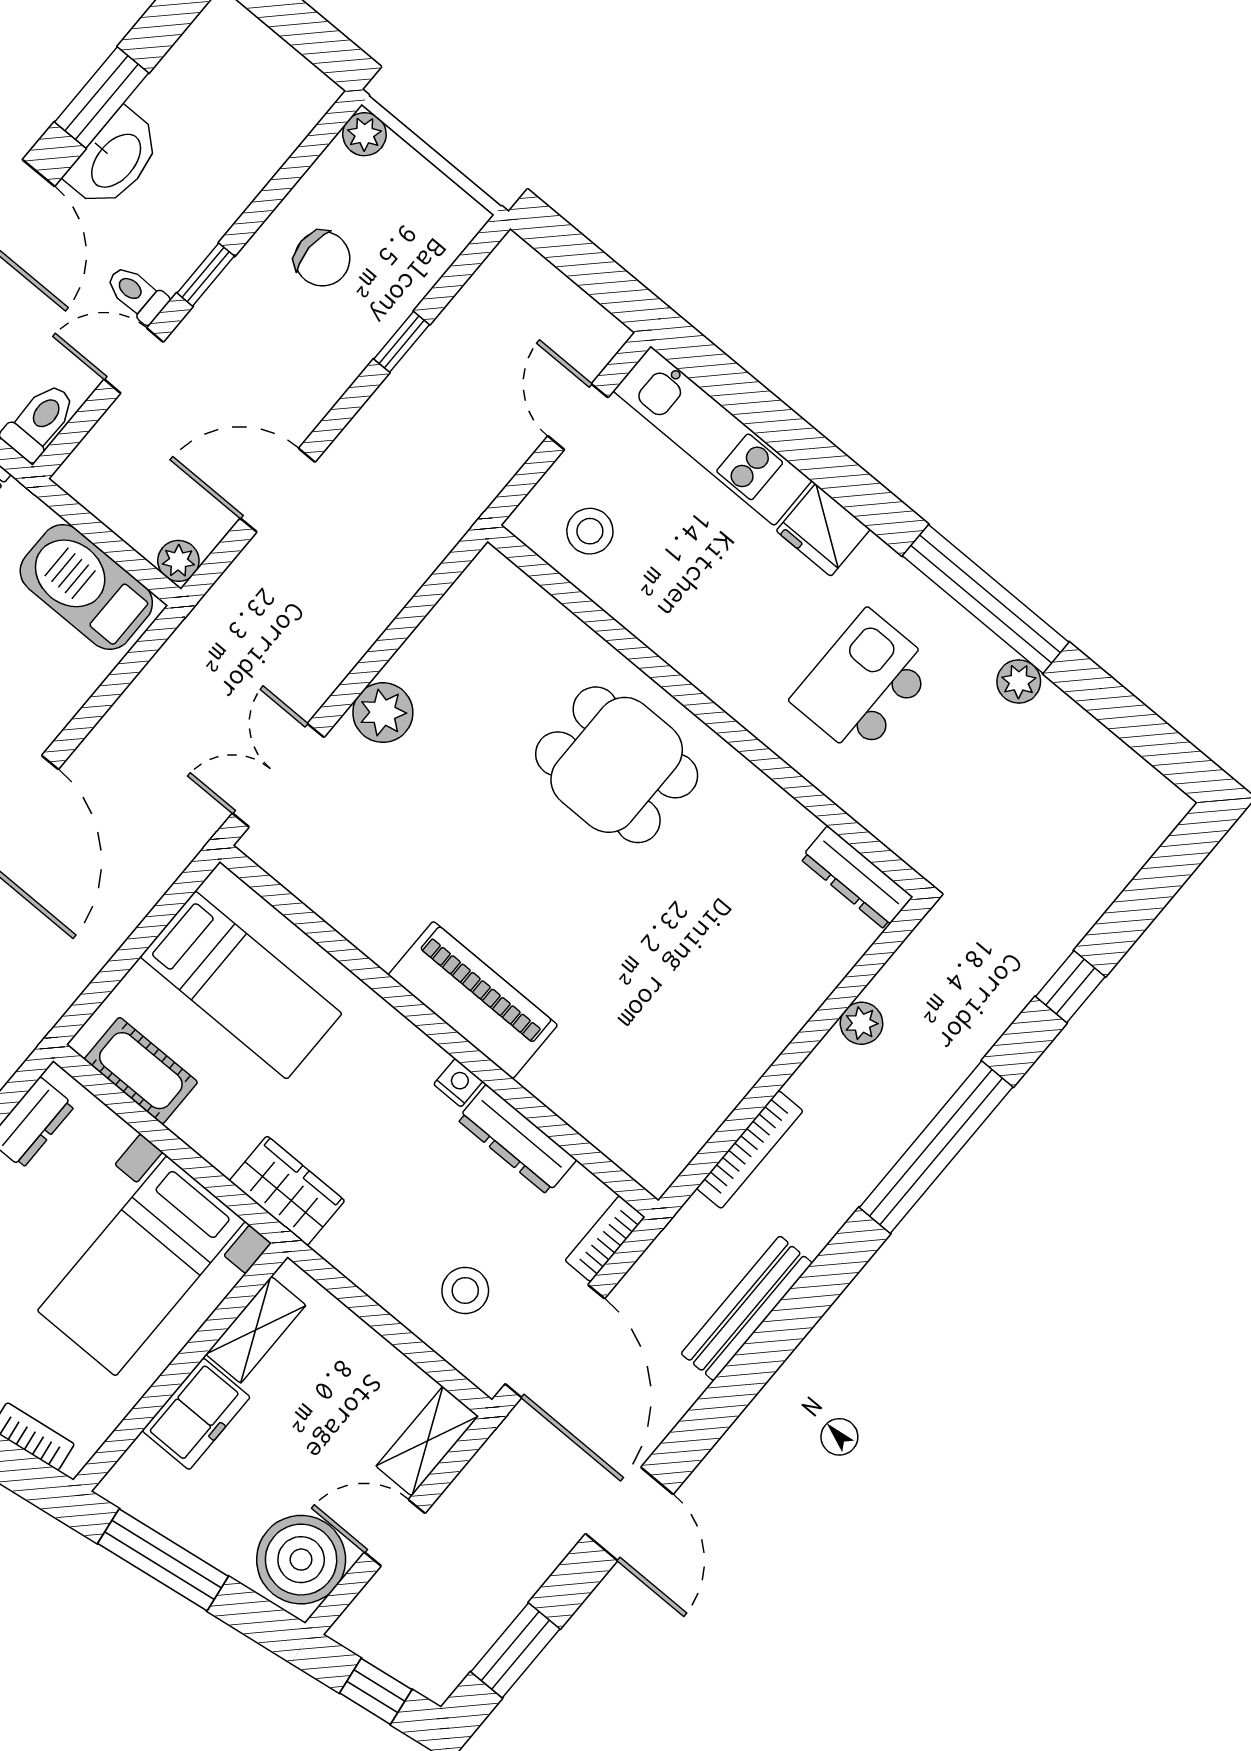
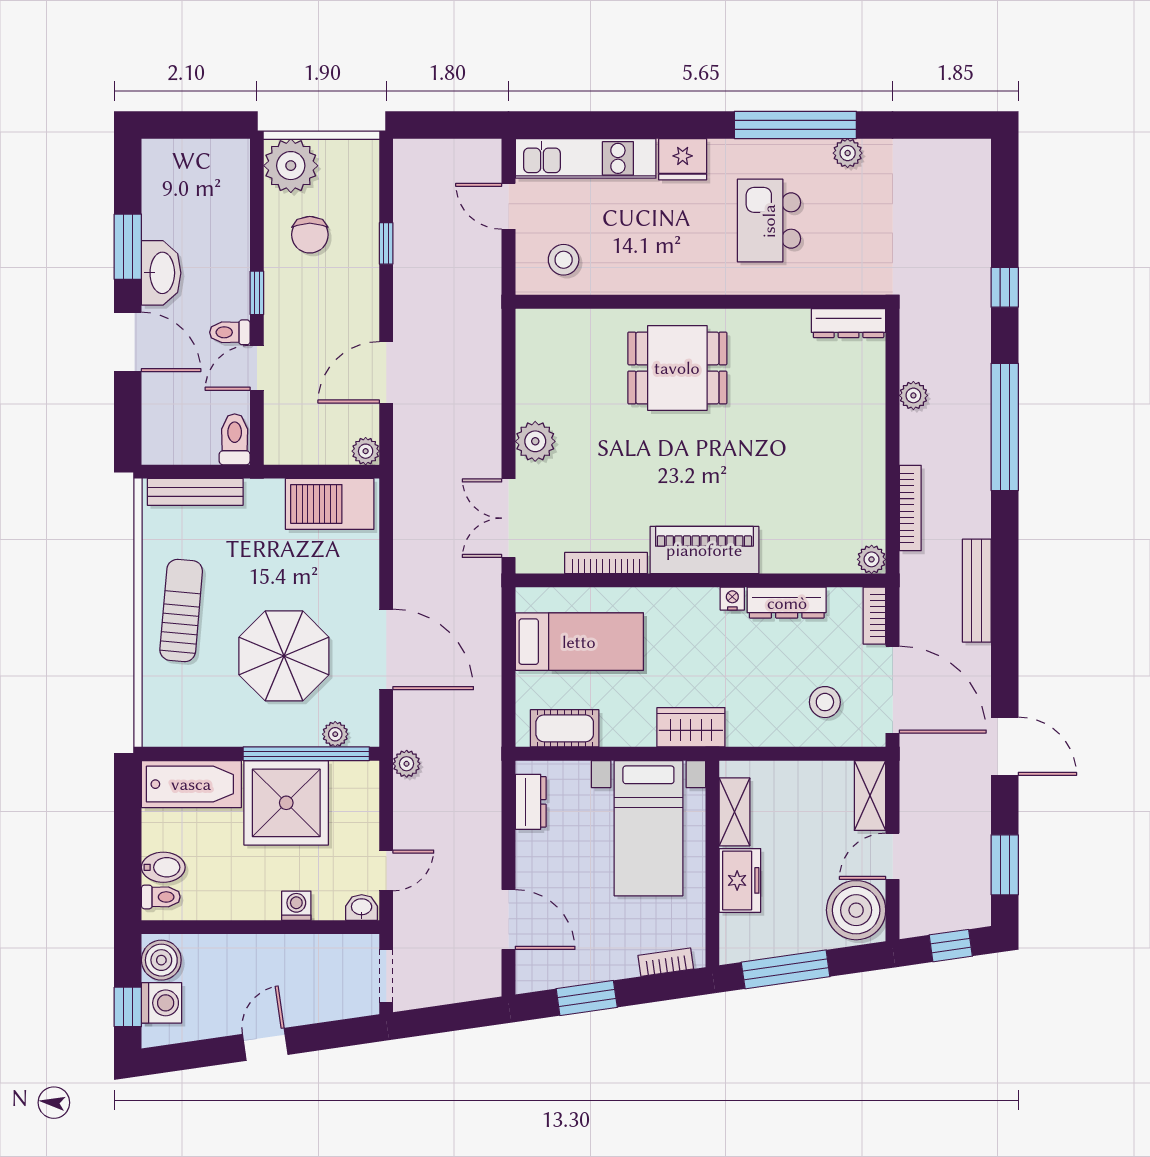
plant: (364, 134) -> (291, 166), width x1.88, depth x1.88
chair: (322, 259) -> (310, 235), turned 90
bookcase: (347, 920) -> (606, 563), added
plant: (656, 1171) -> (872, 559), added

